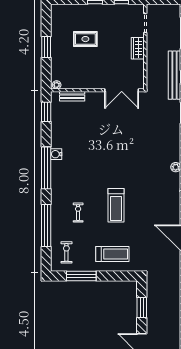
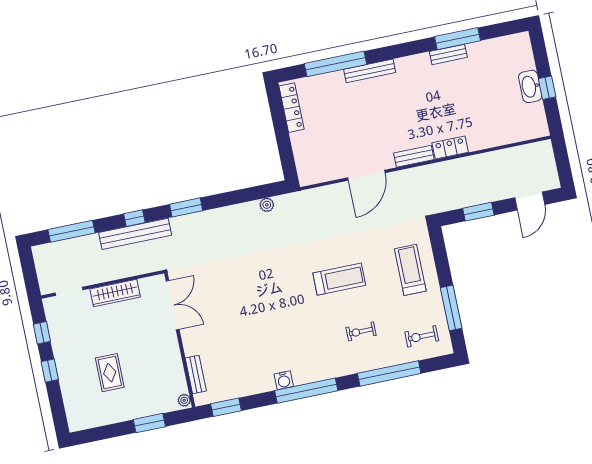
window: (46, 47) -> (149, 423), moved
wardrobe: (138, 48) -> (115, 293), width x1.50

